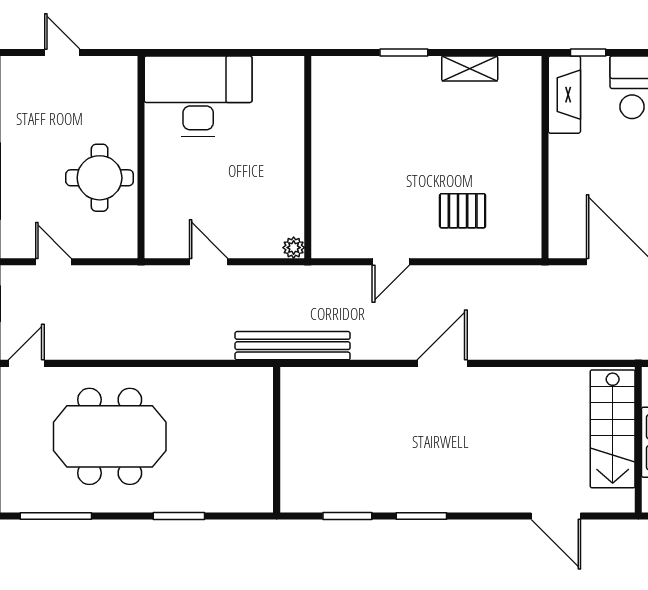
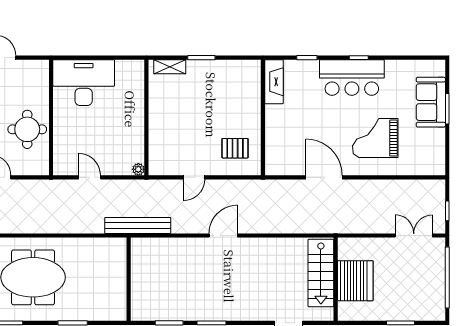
shelving: (470, 68) -> (170, 67), moved
fireplace: (564, 95) -> (274, 82), moved
wall: (545, 157) -> (263, 117), moved

